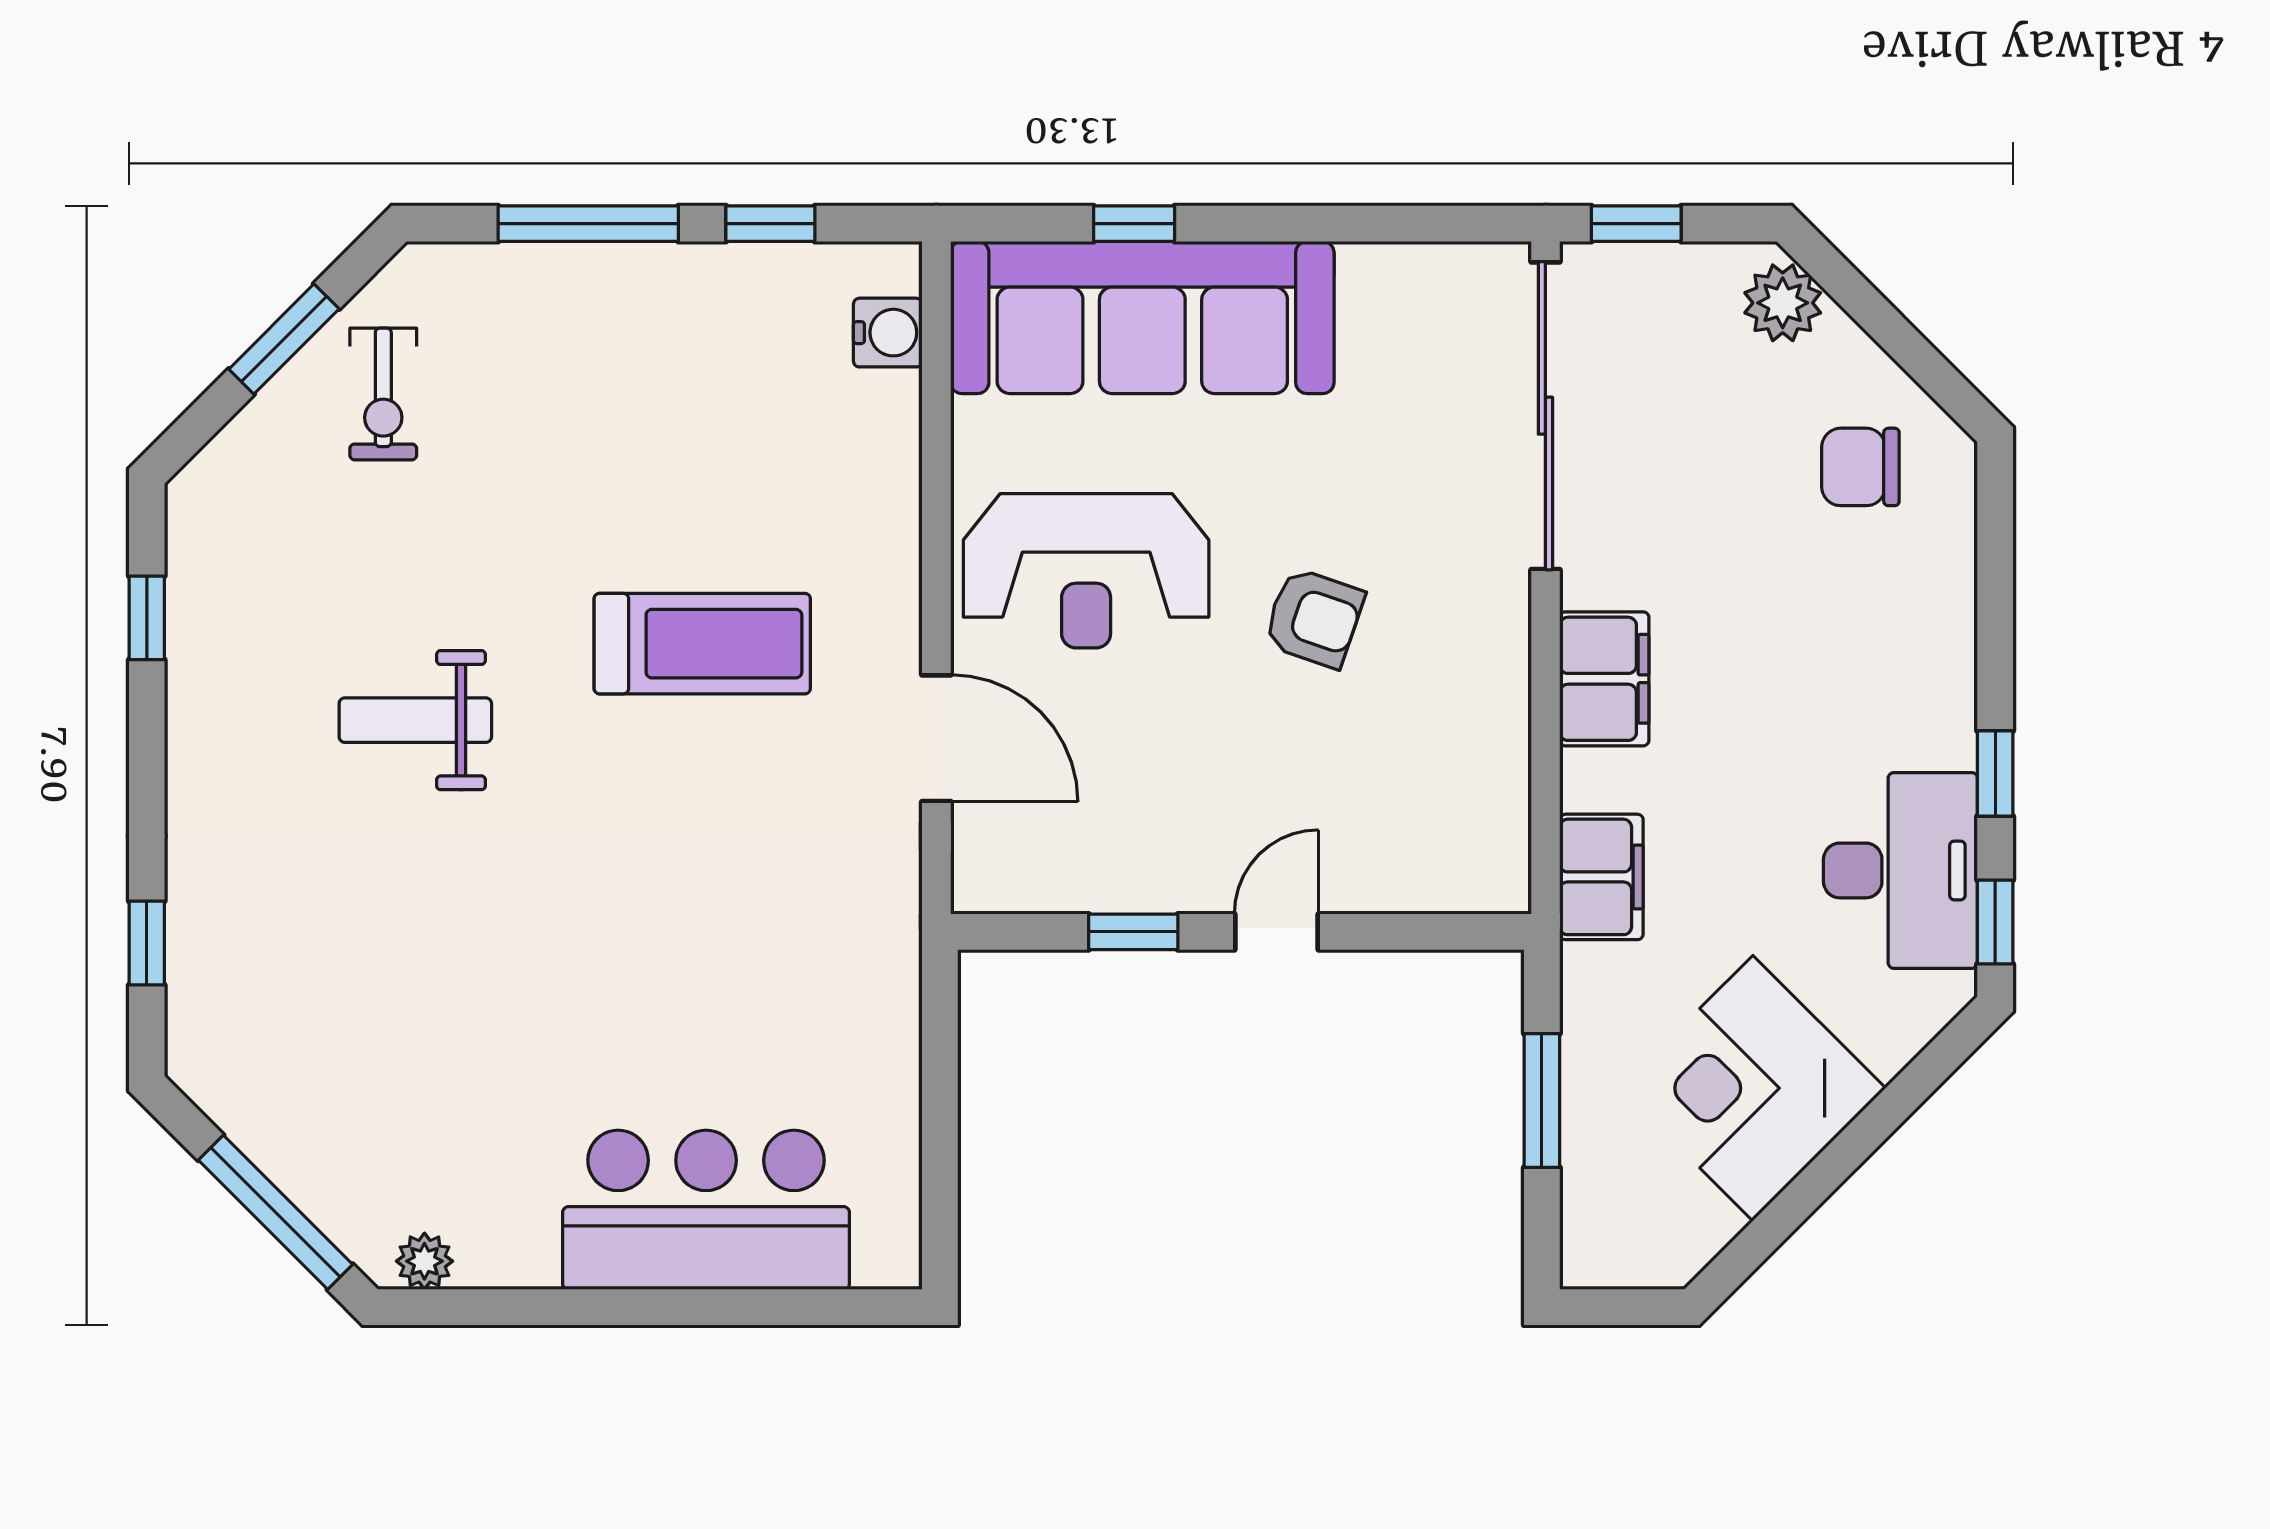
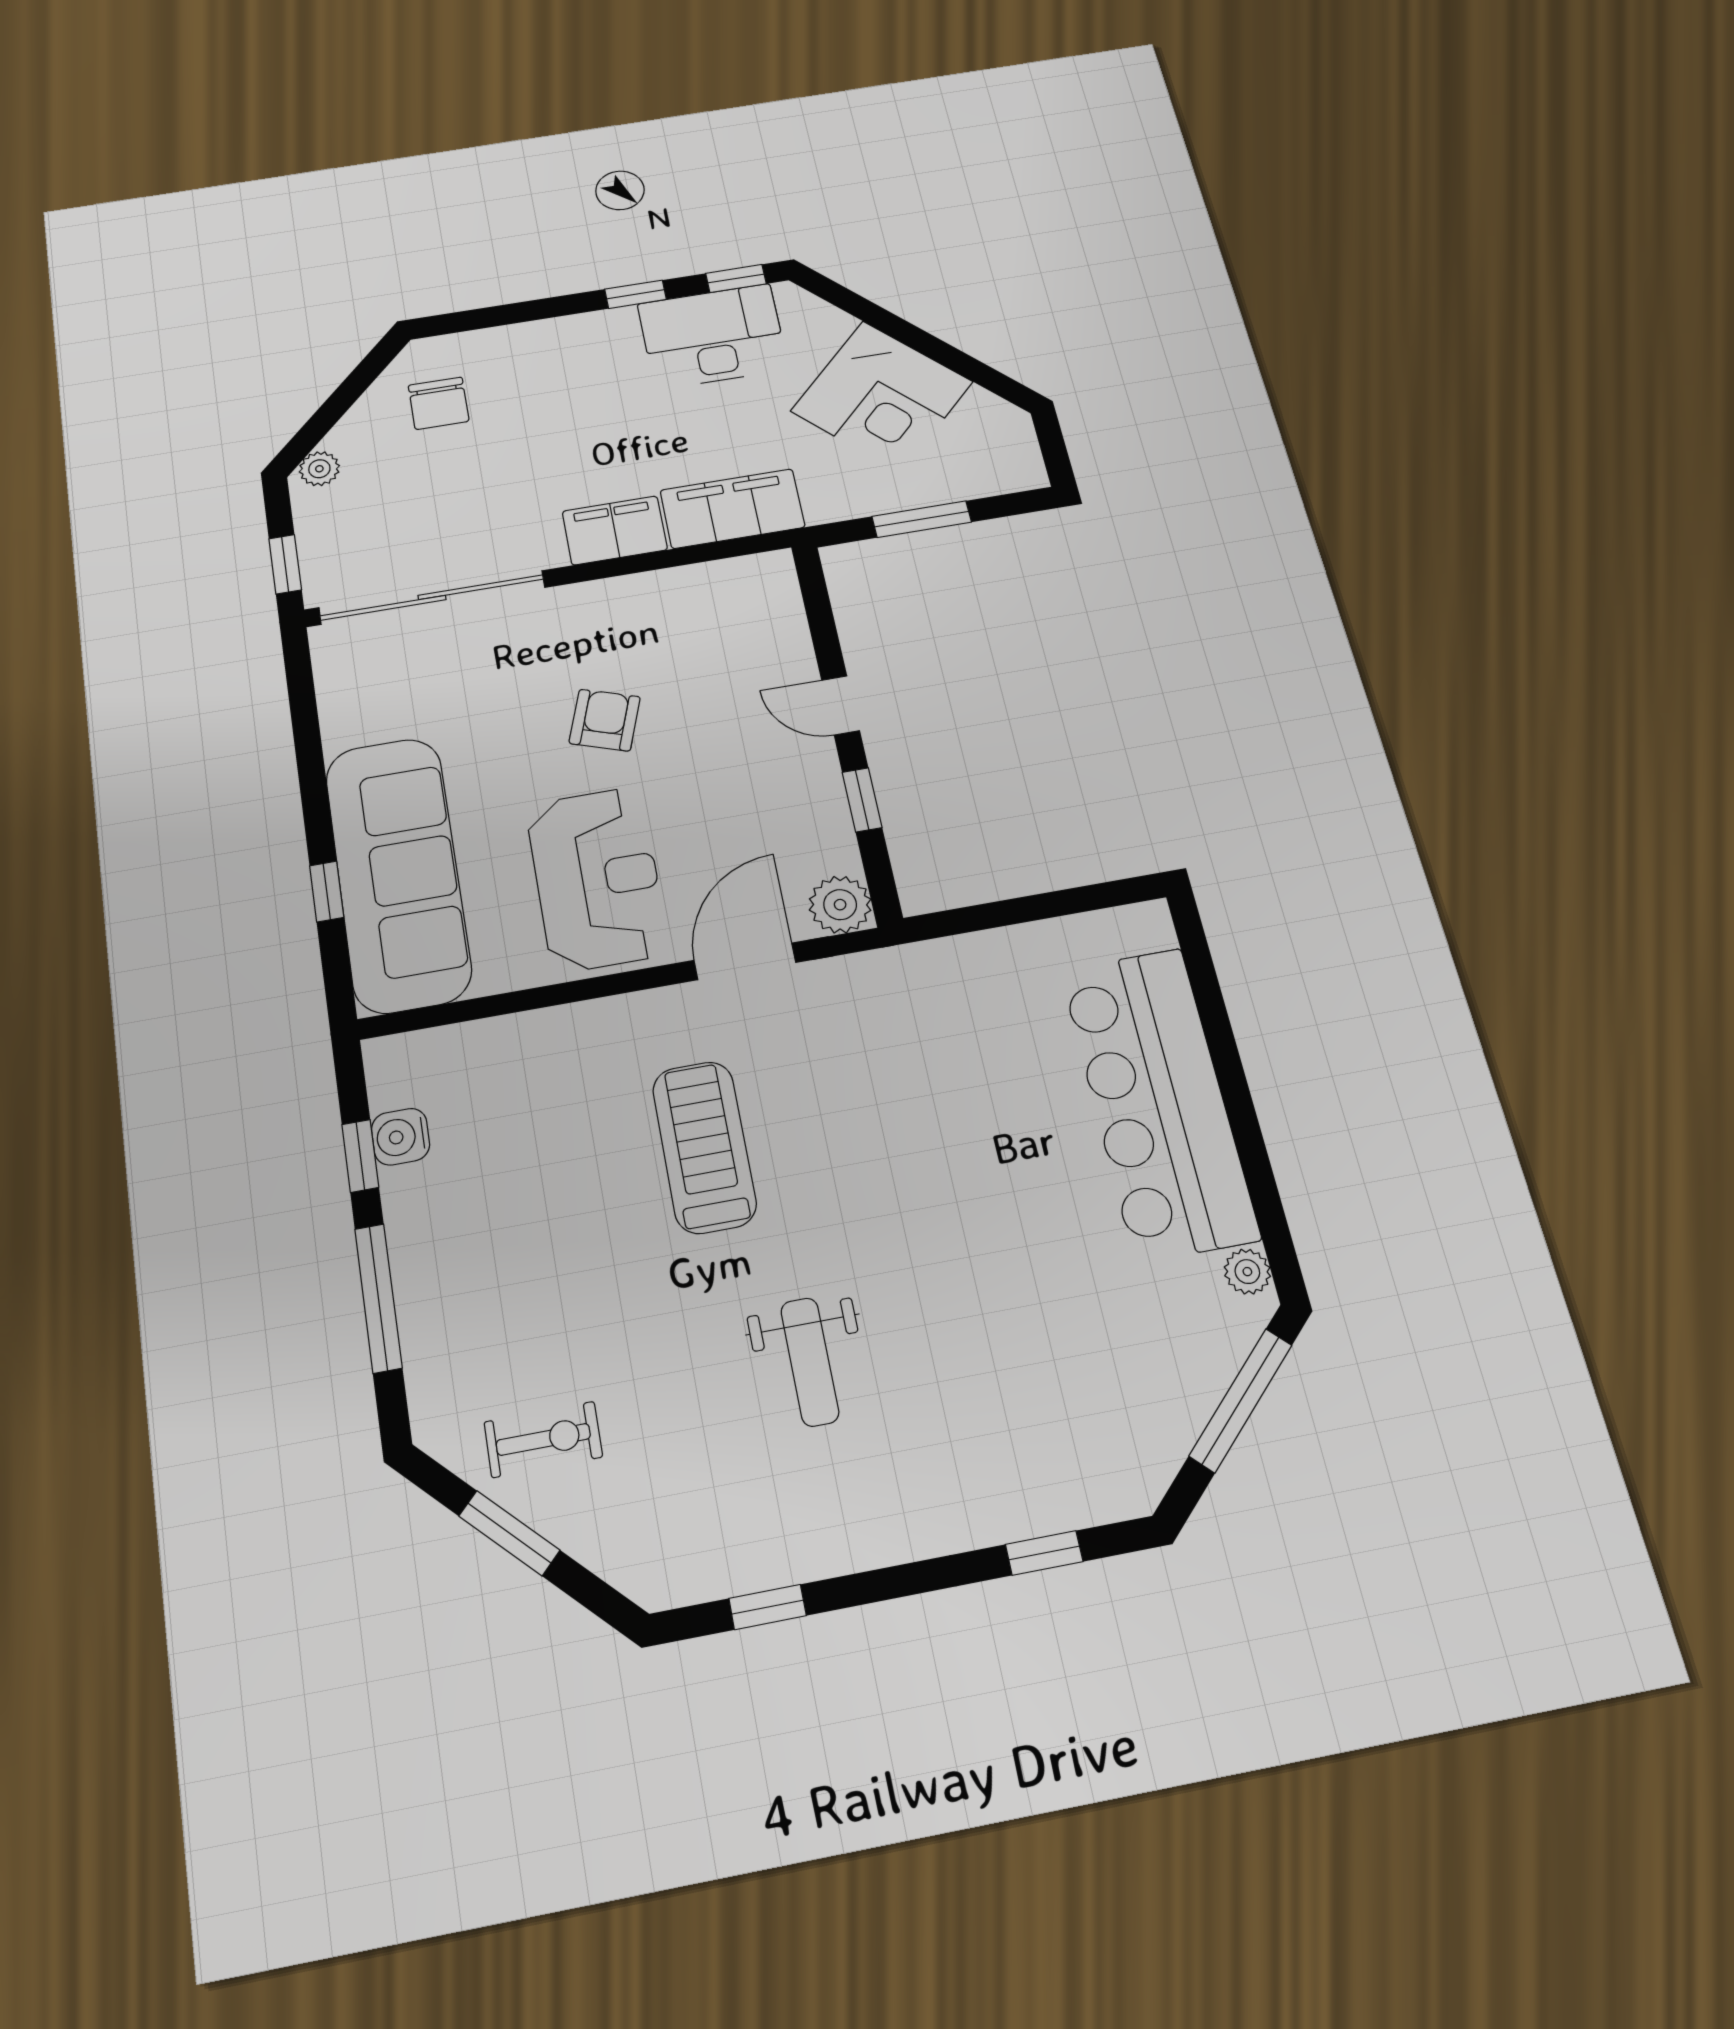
plant: (1783, 303) -> (319, 469), width x0.73, depth x0.73
water cooler: (888, 333) -> (401, 1137), moved, turned -90
plant: (991, 874) -> (840, 905), added
filing cabinet: (1601, 877) -> (732, 509), width x1.50, depth x1.17
bar counter: (706, 1210) -> (1159, 1102), width x1.36

